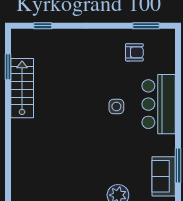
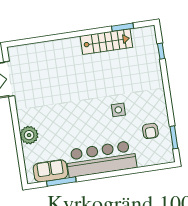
bar counter: (159, 104) -> (101, 159), width x1.36
side table: (116, 106) -> (118, 110), moved

